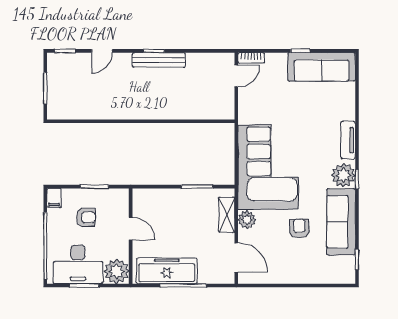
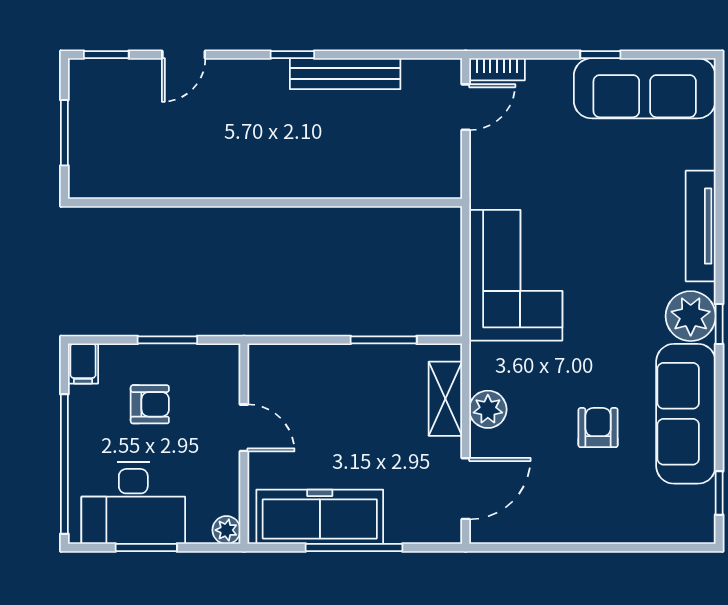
bench: (159, 60) -> (345, 74), moved
tv unit: (348, 140) -> (701, 226), width x1.41
corner sofa: (268, 167) -> (516, 275), width x0.73, depth x0.74
door: (236, 257) -> (466, 489), hinge flipped
plant: (117, 271) -> (226, 530), width x0.53, depth x0.53

